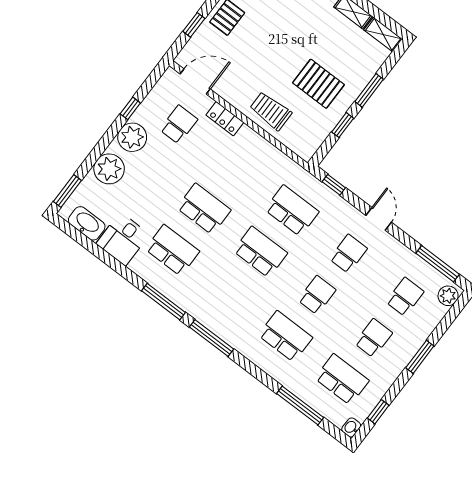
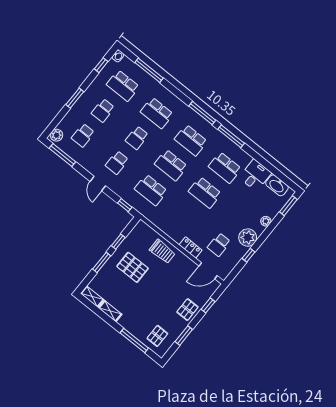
plant: (109, 169) -> (266, 221), width x0.53, depth x0.53
school desk: (229, 293) -> (191, 140), added

